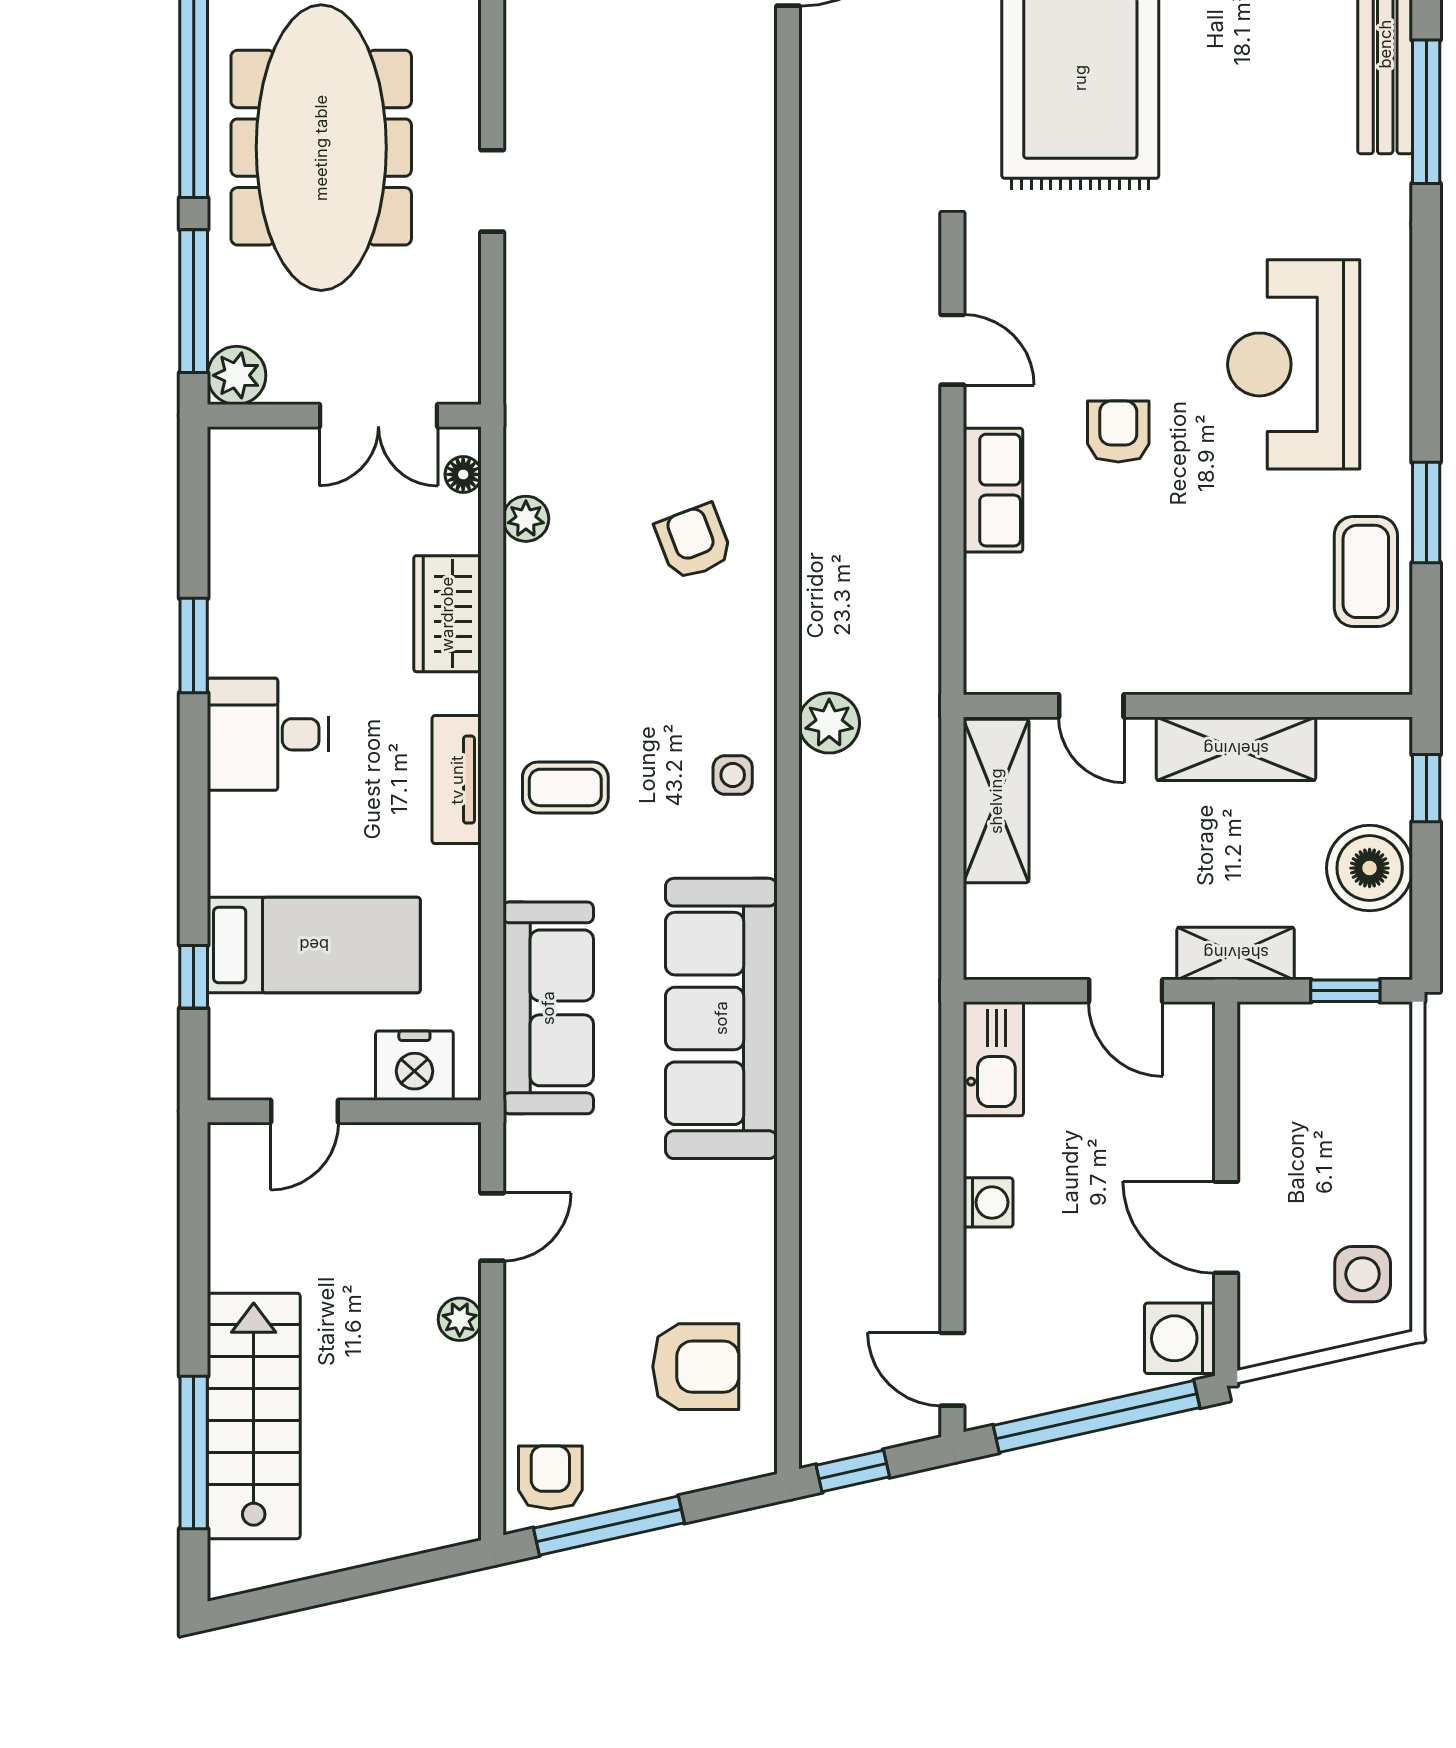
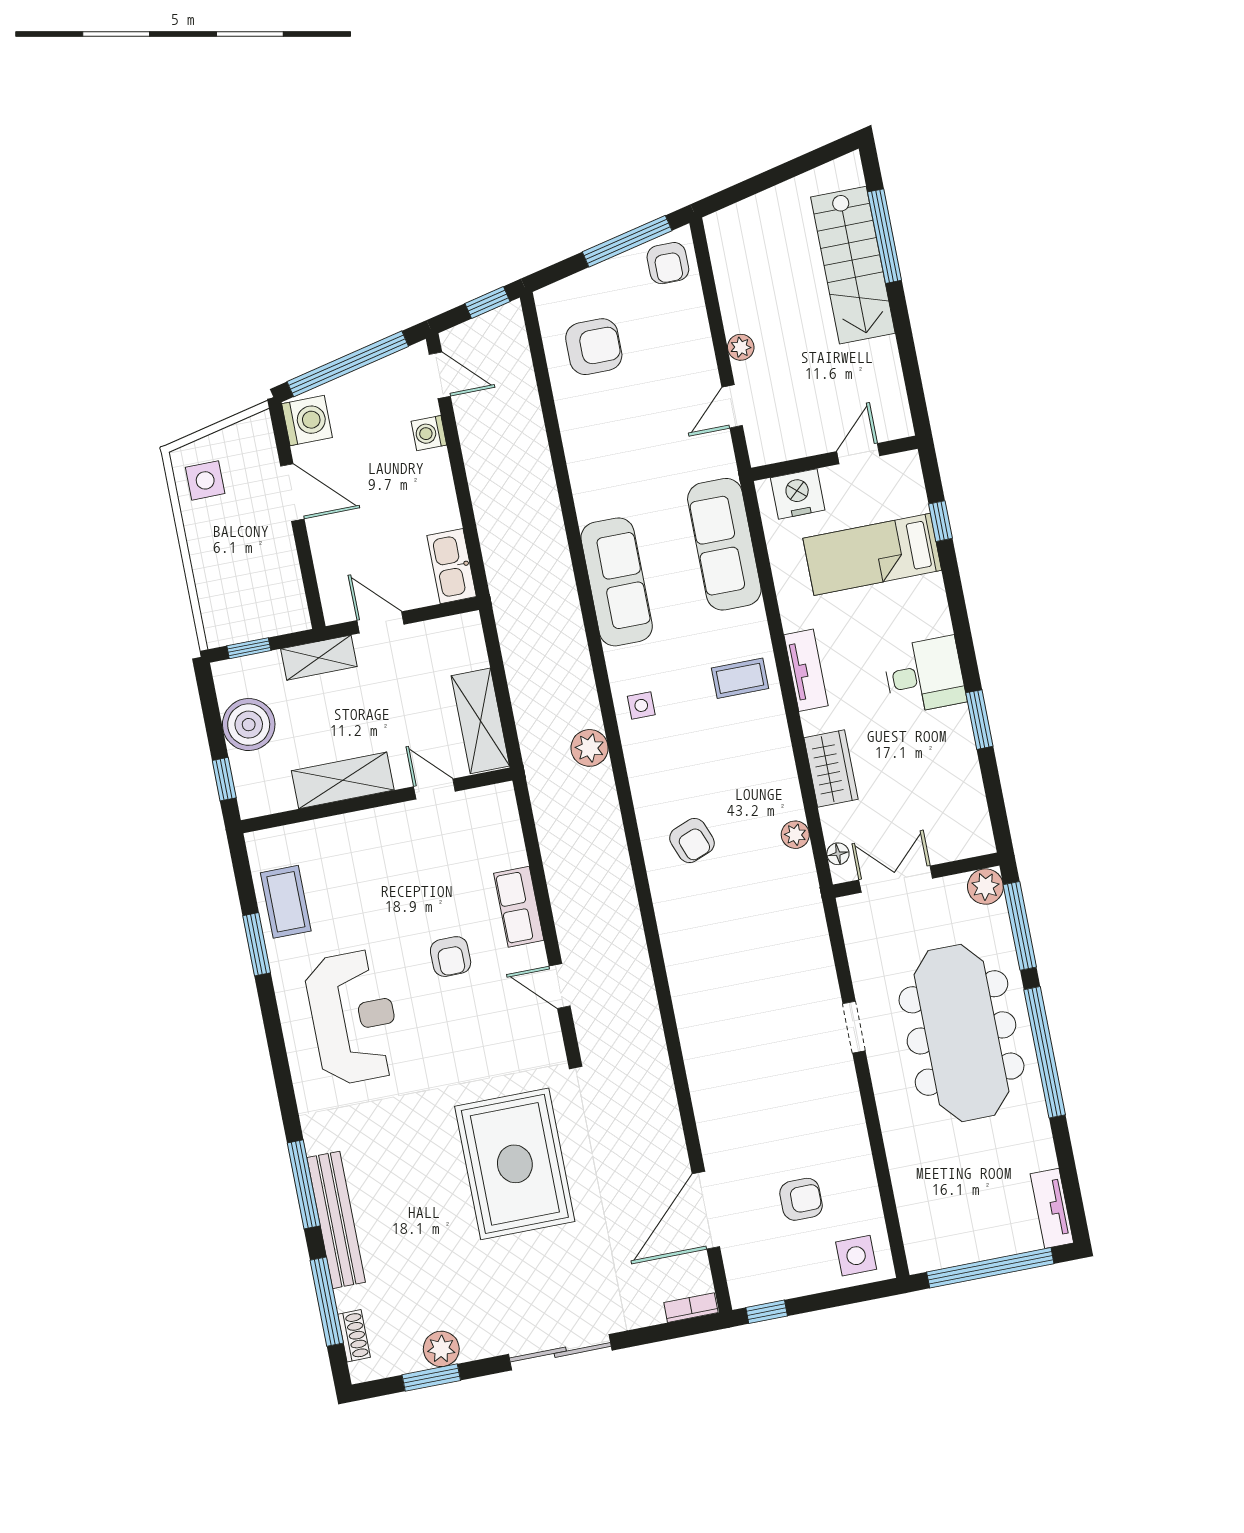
sofa: (721, 1018) -> (617, 582), width x0.74, depth x0.79
washing machine: (988, 1202) -> (429, 433), moved
armchair: (696, 1367) -> (594, 347), turned 180

